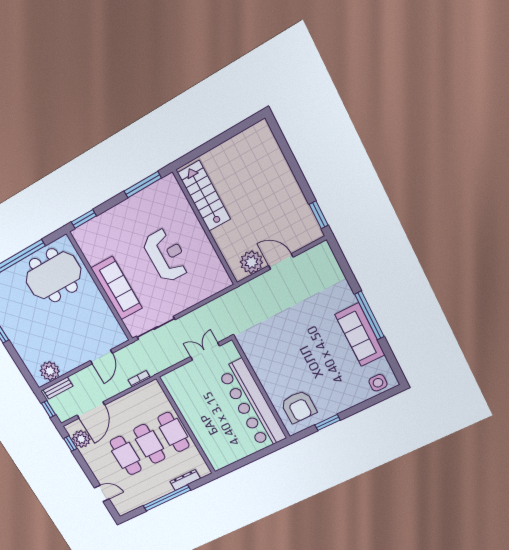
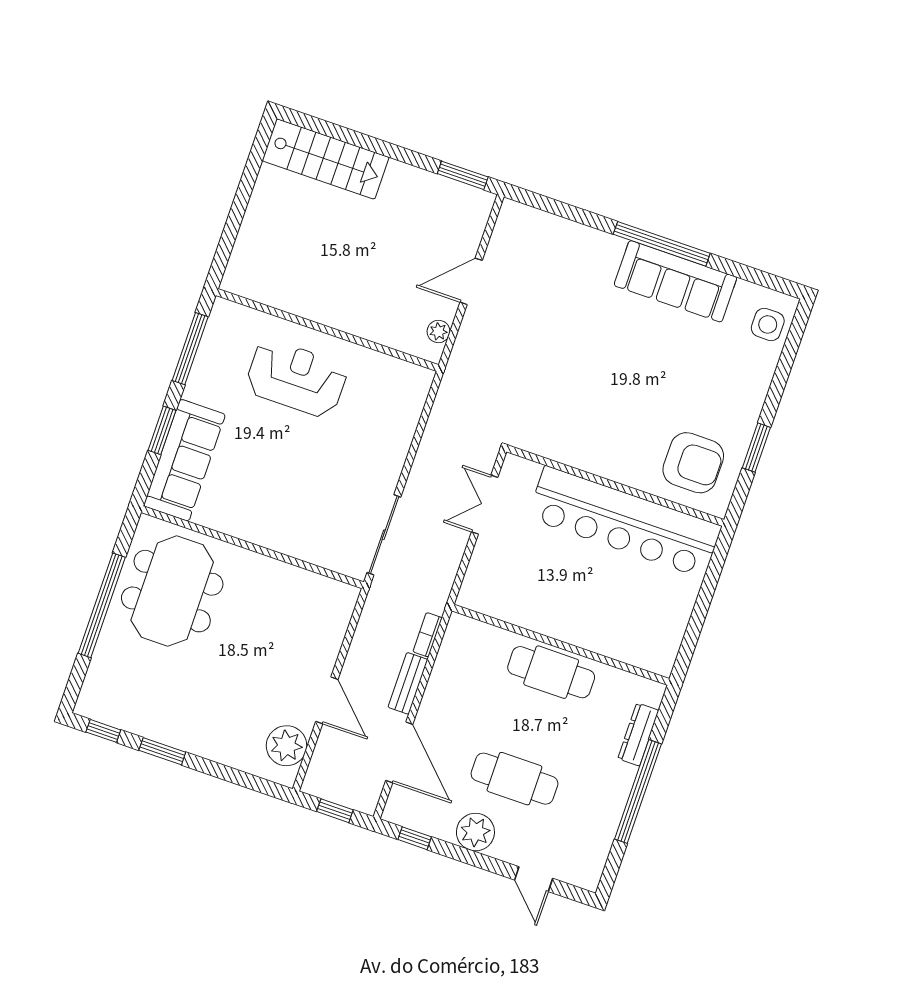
stairs: (204, 196) -> (326, 159), moved, turned 180
window: (84, 219) -> (162, 430), moved
reception desk: (166, 255) -> (296, 378), moved
plant: (251, 262) -> (438, 331), width x0.53, depth x0.53
sofa: (117, 288) -> (184, 460), moved, turned 90
door: (101, 357) -> (327, 700), moved
bench: (58, 388) -> (408, 683), moved
plant: (81, 439) -> (475, 832), moved
cafe table: (149, 444) -> (533, 725), removed
door: (102, 493) -> (534, 879), swing flipped

